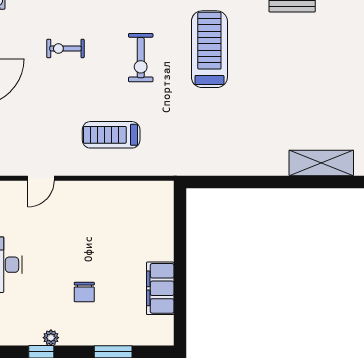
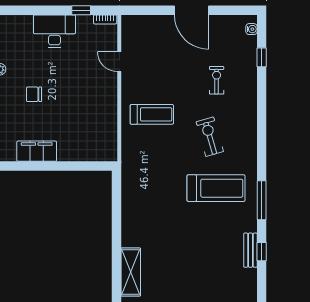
exercise bike: (141, 58) -> (210, 137), turned 74
treadmill: (111, 135) -> (152, 114), turned 90

